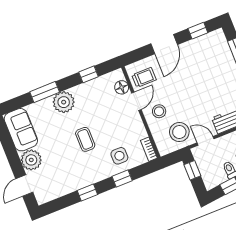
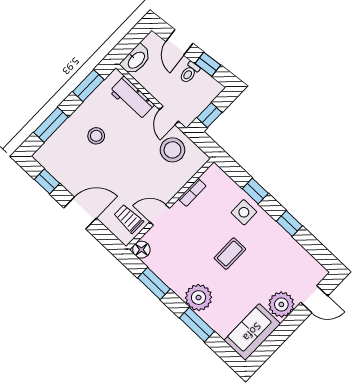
window: (89, 74) -> (154, 283), width x1.50
floor lamp: (122, 87) -> (141, 250), moved
stool: (159, 111) -> (96, 136), moved
bookcase: (149, 149) -> (192, 192), moved
side table: (119, 156) -> (244, 212), moved

